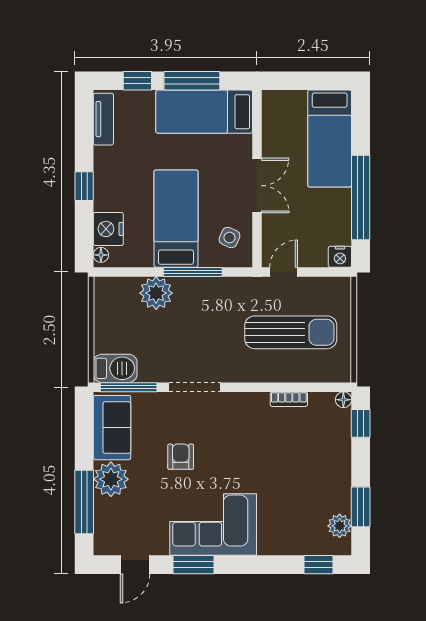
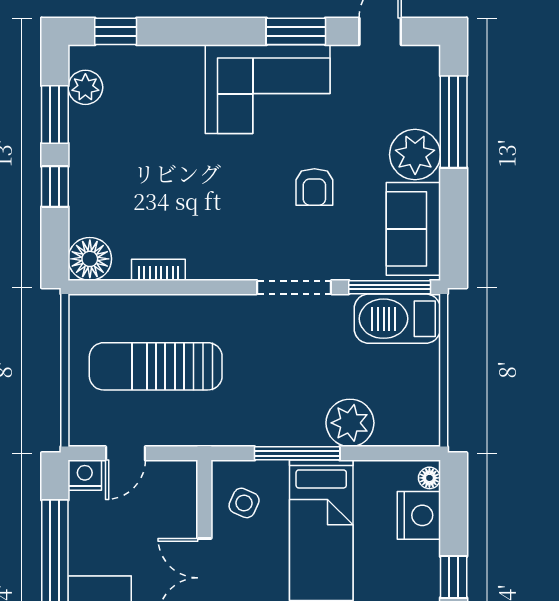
door: (284, 272) -> (125, 453), moved
barbecue: (115, 368) -> (397, 319), width x1.37, depth x1.21
floor lamp: (343, 400) -> (90, 259), width x1.89, depth x1.89
window: (361, 423) -> (55, 187), moved

